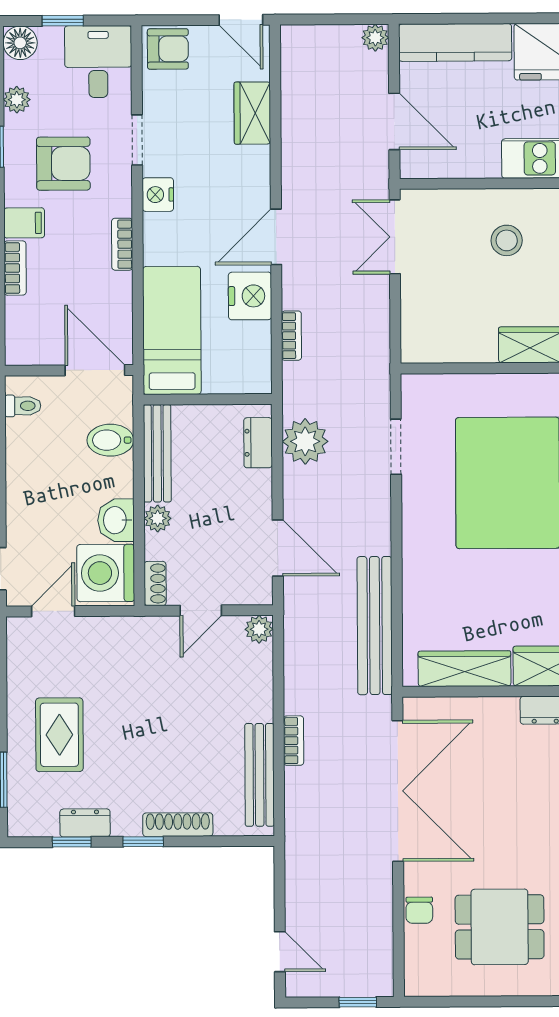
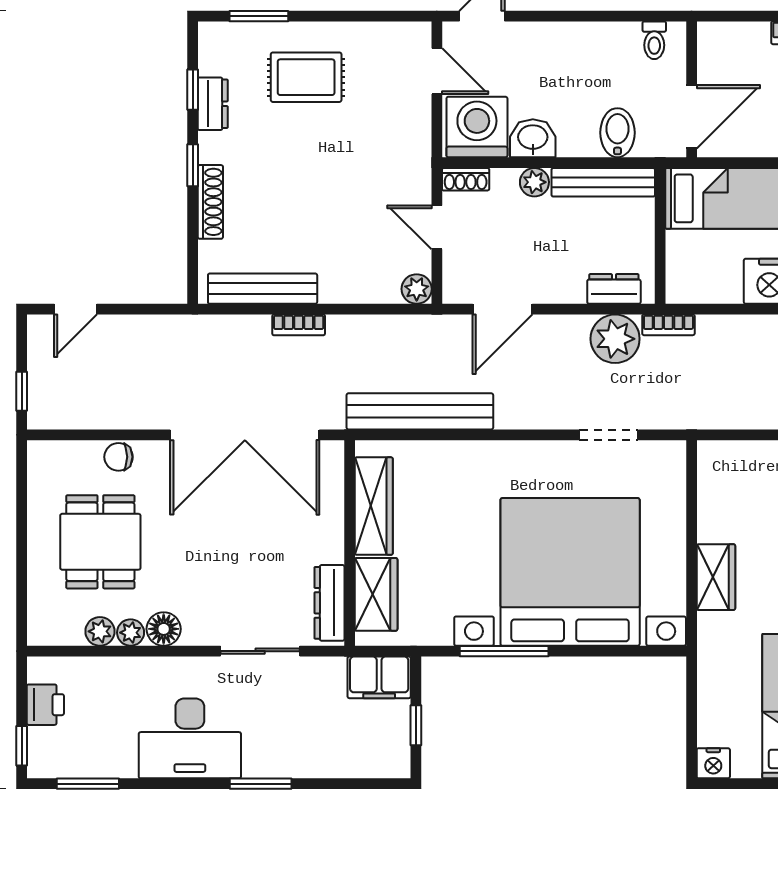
bookcase: (291, 336) -> (668, 325), moved

